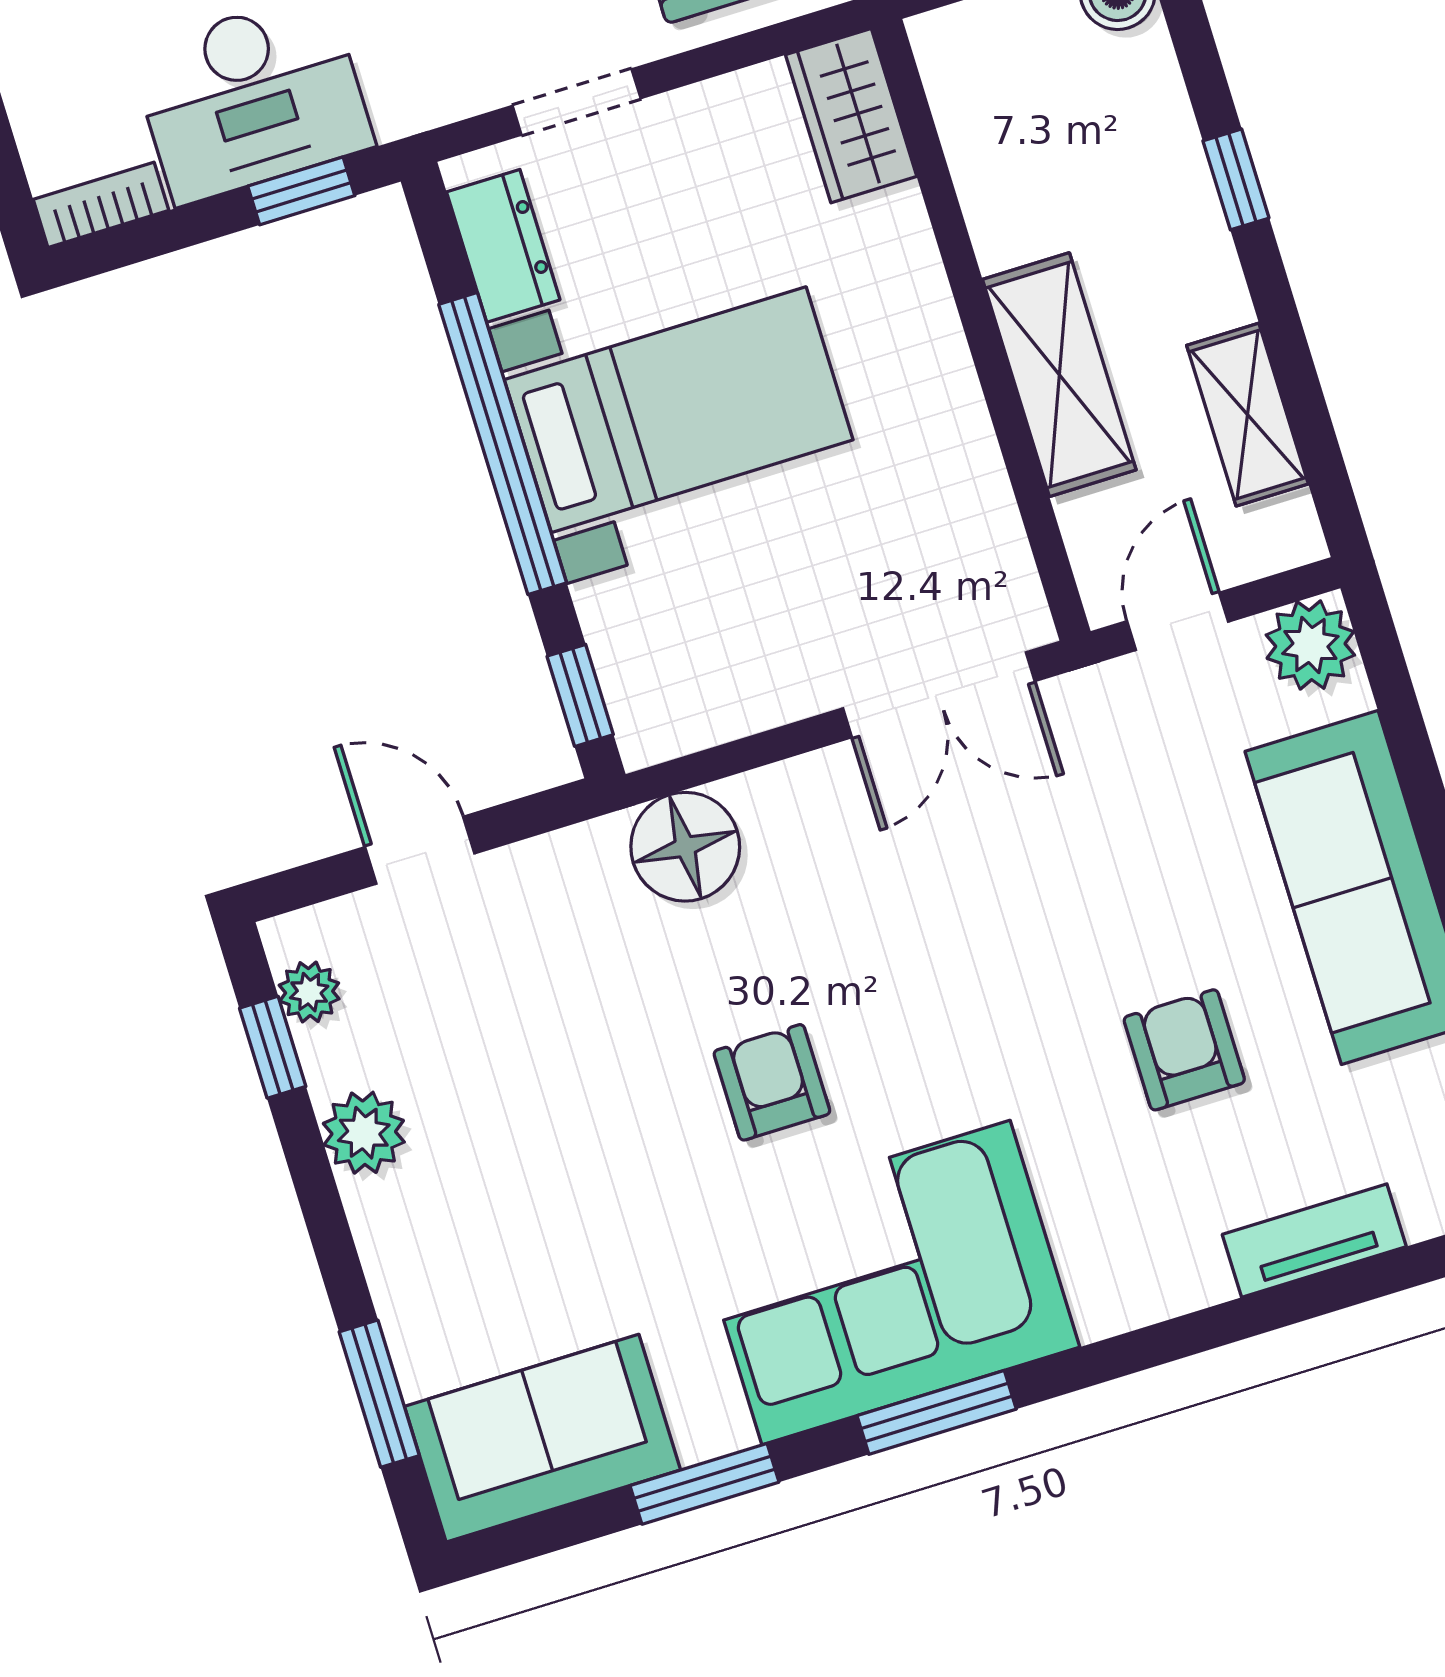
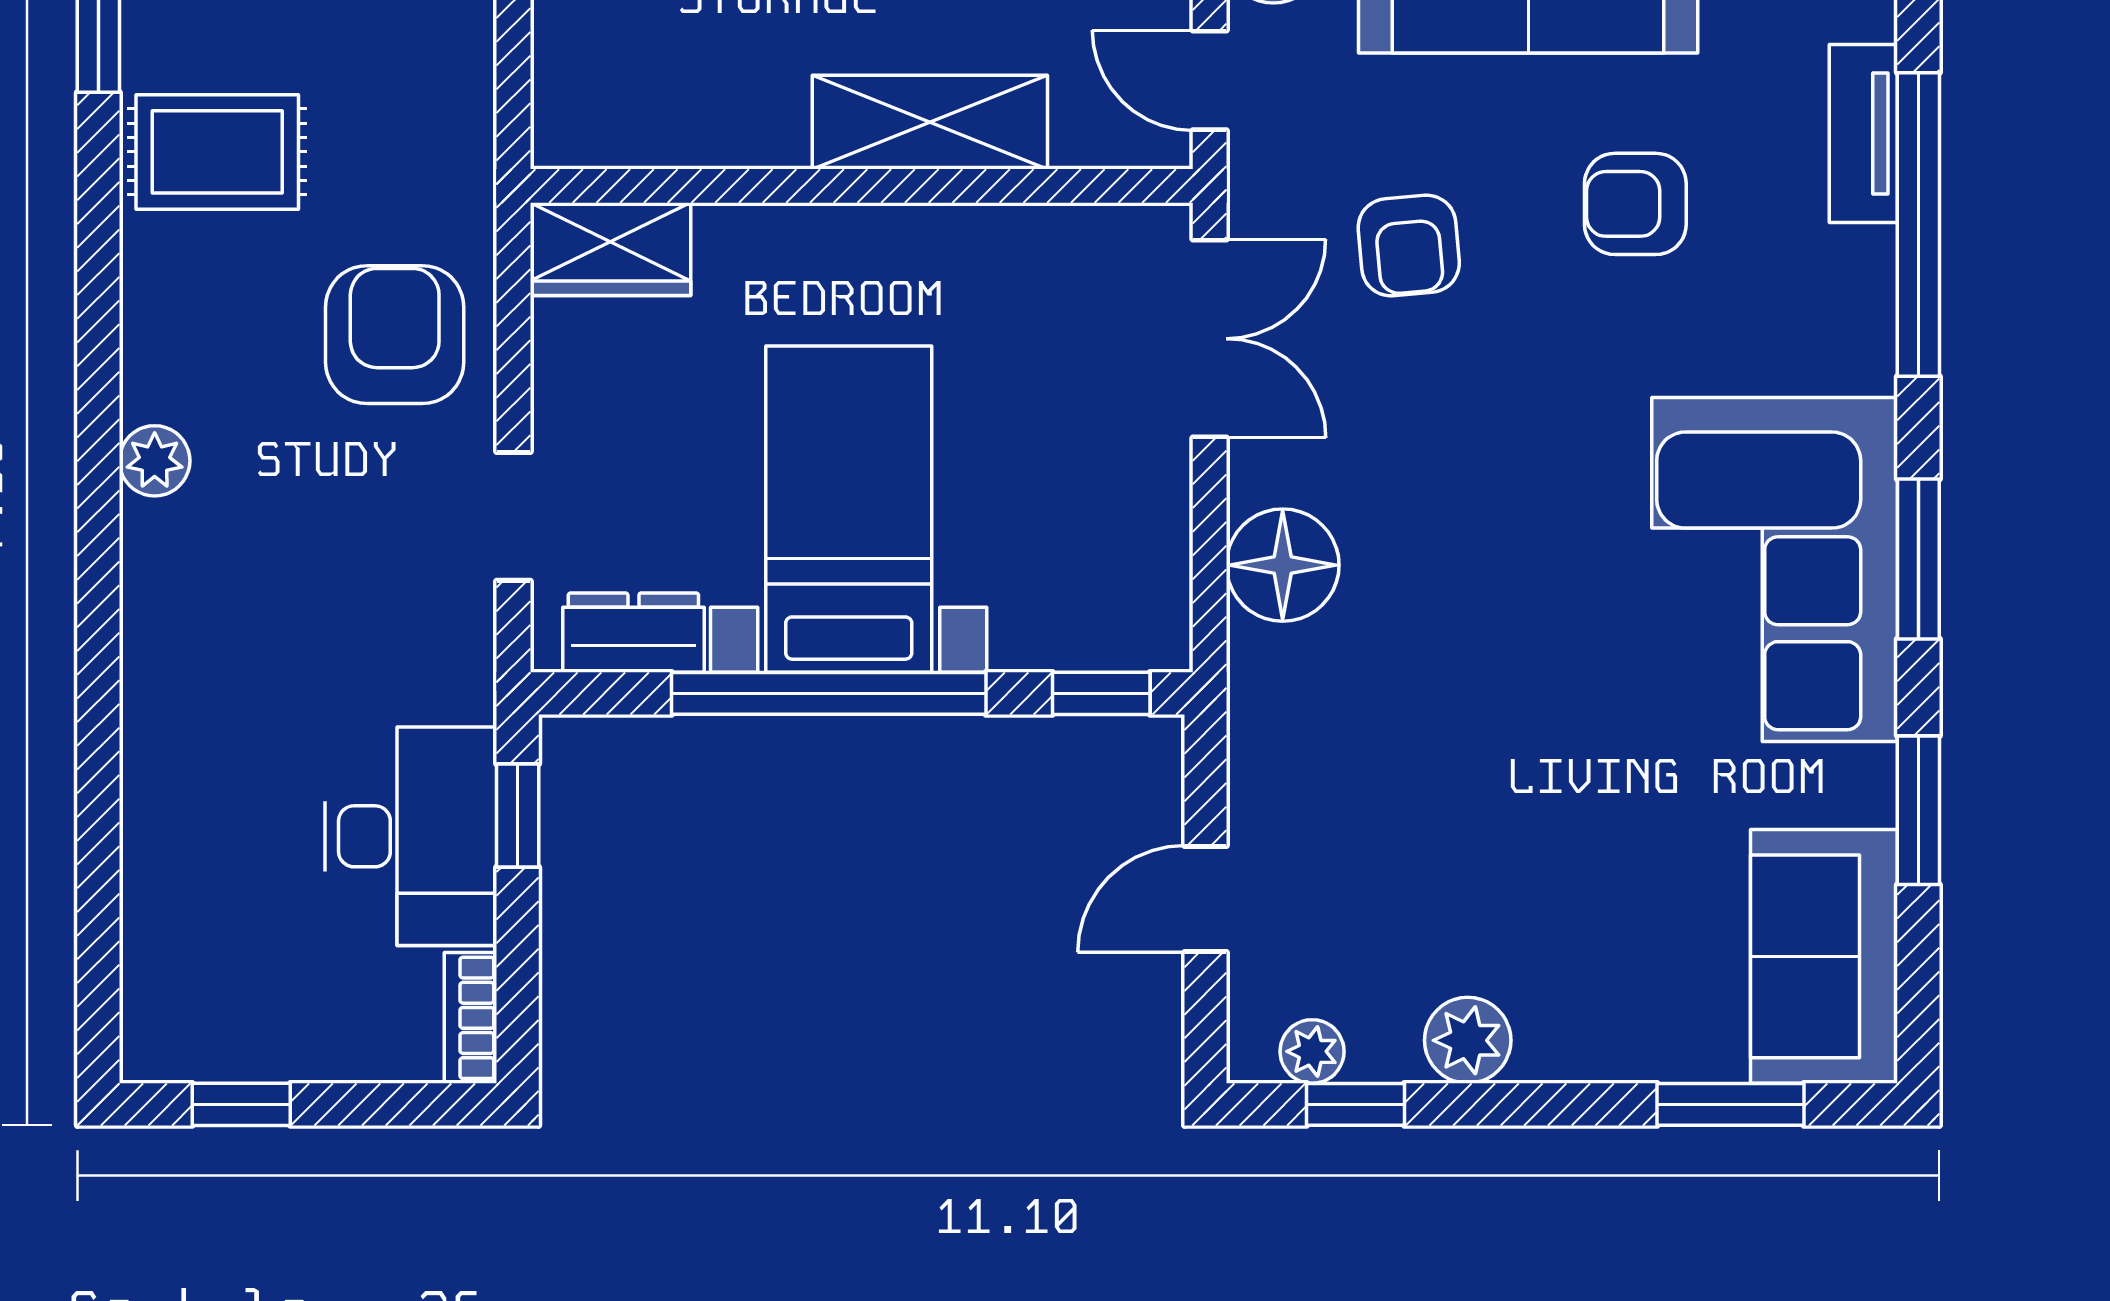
floor lamp: (685, 847) -> (1283, 565), moved
armchair: (772, 1082) -> (1409, 246), moved, turned -95
window: (1246, 1317) -> (1918, 224), added

